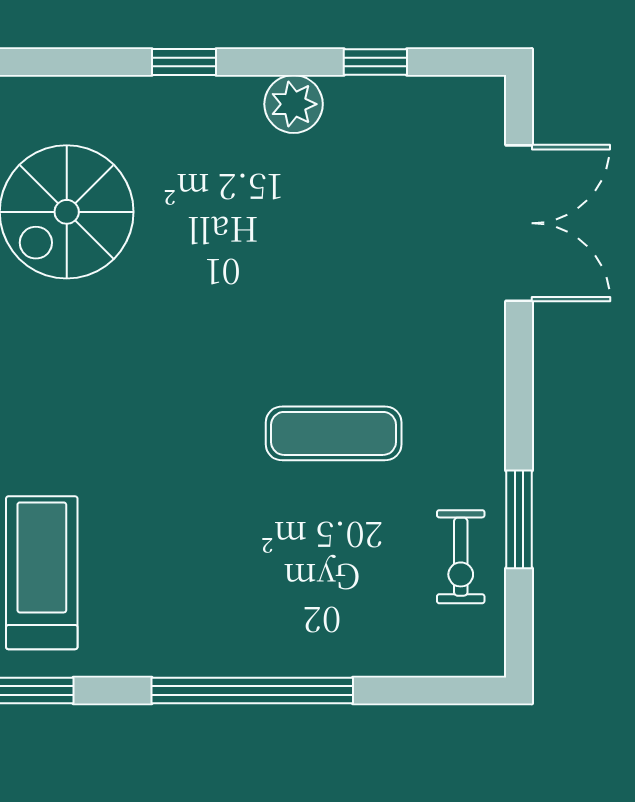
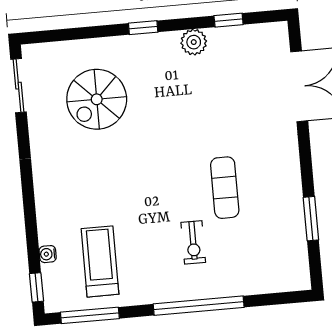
exercise mat: (334, 433) -> (225, 188), turned 90
exercise bike: (461, 557) -> (193, 242), moved

